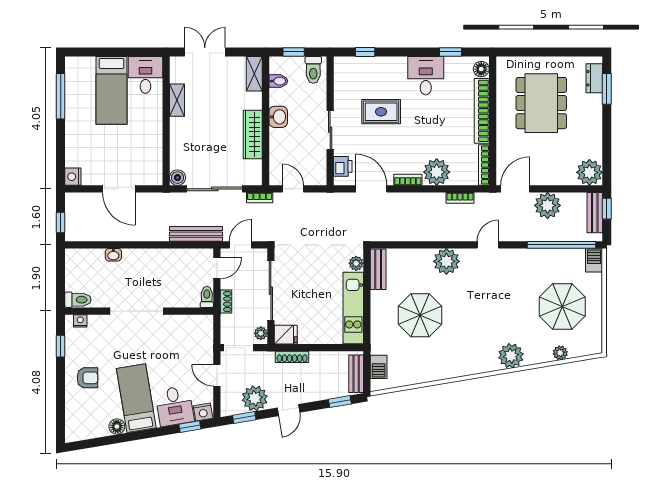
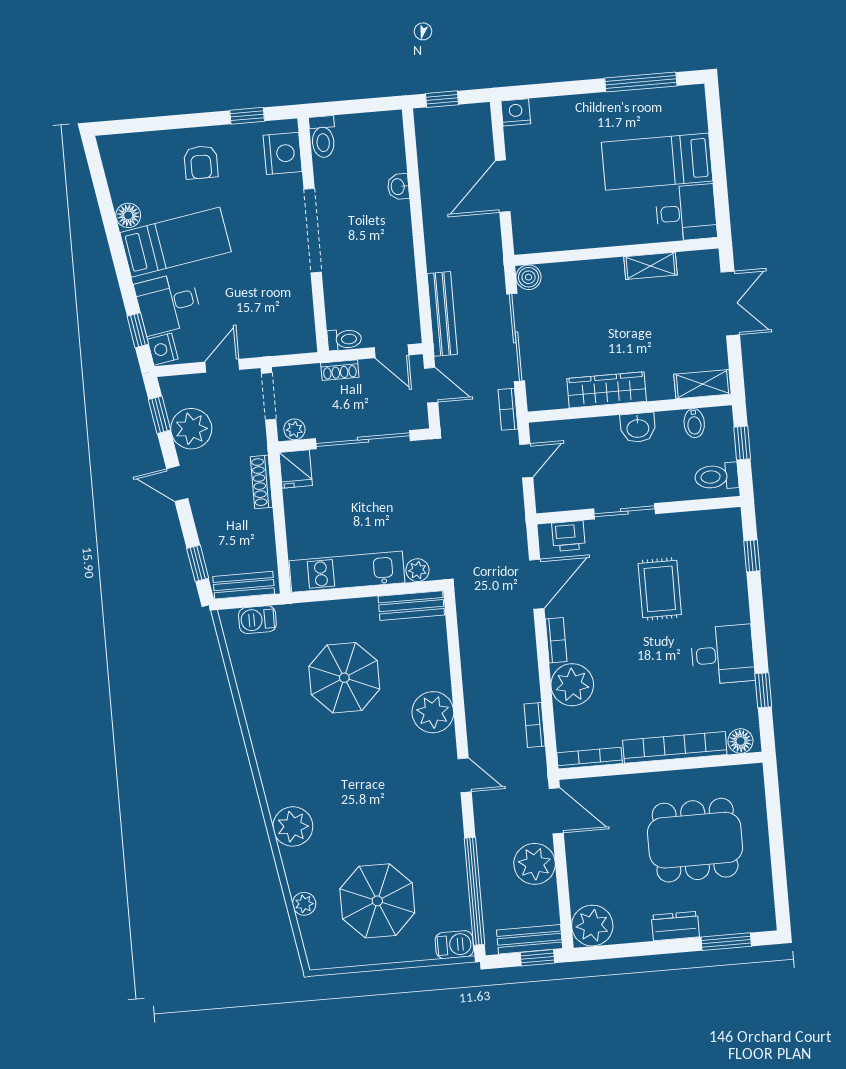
dresser: (594, 78) -> (675, 926), moved
nightstand: (80, 321) -> (283, 153), width x1.89, depth x1.79

